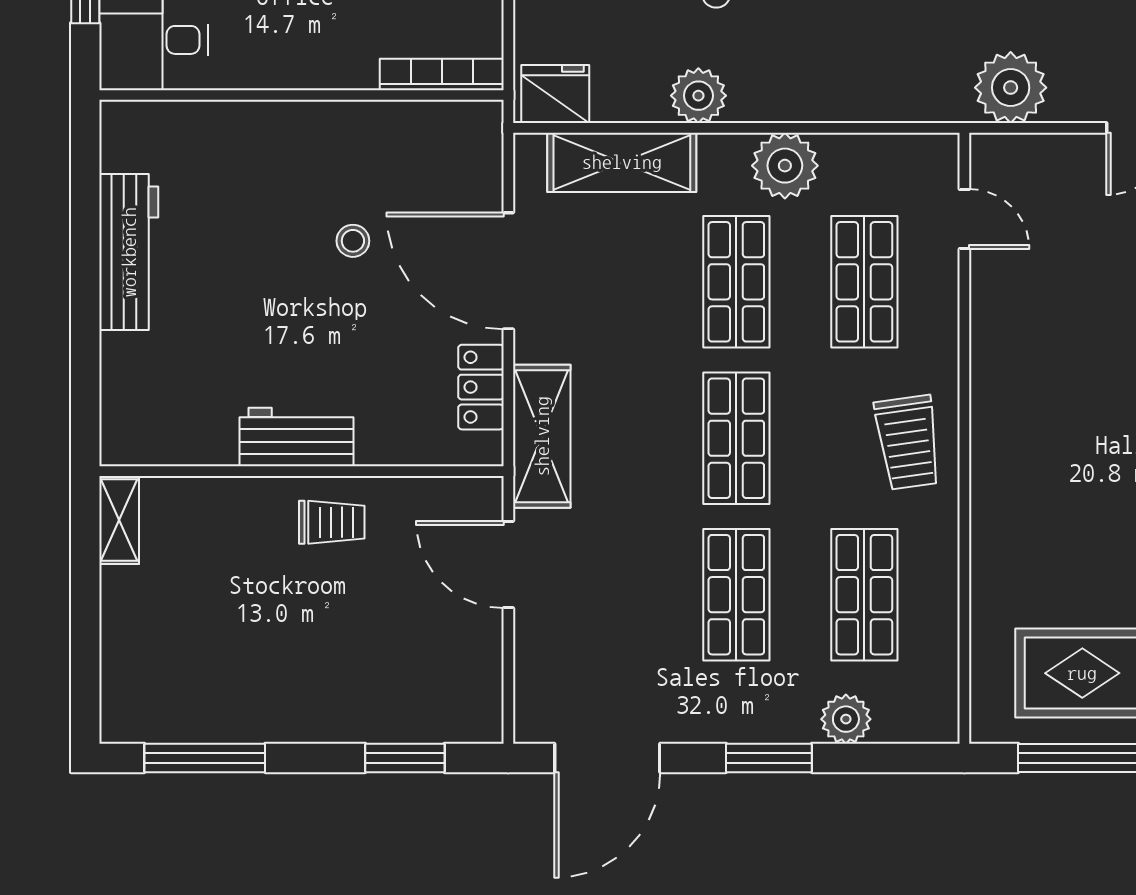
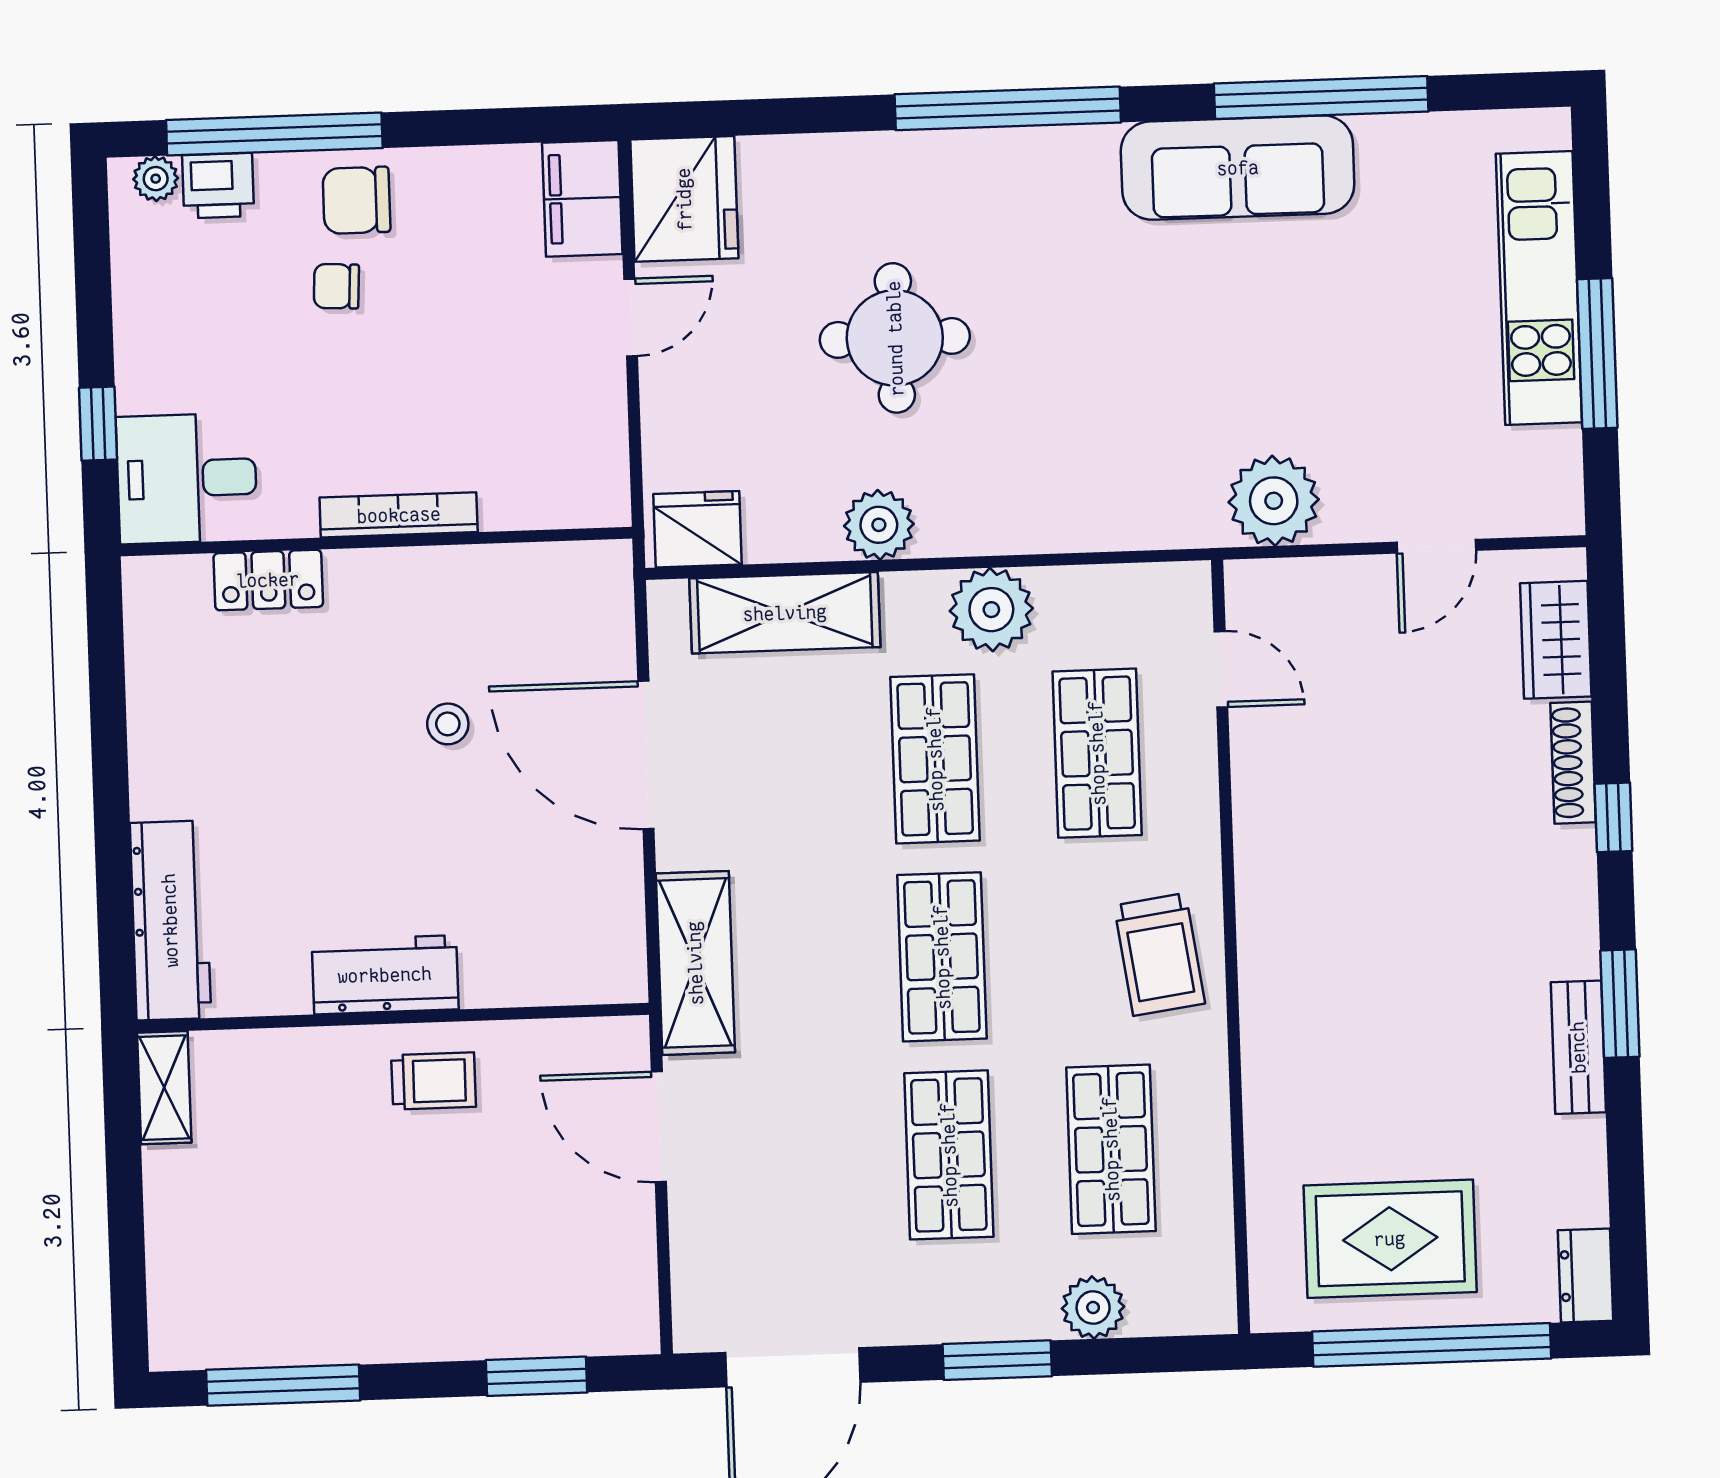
bookcase: (442, 74) -> (399, 515), moved
workbench: (129, 252) -> (170, 920), moved
locker: (481, 387) -> (268, 580), moved, turned -90

